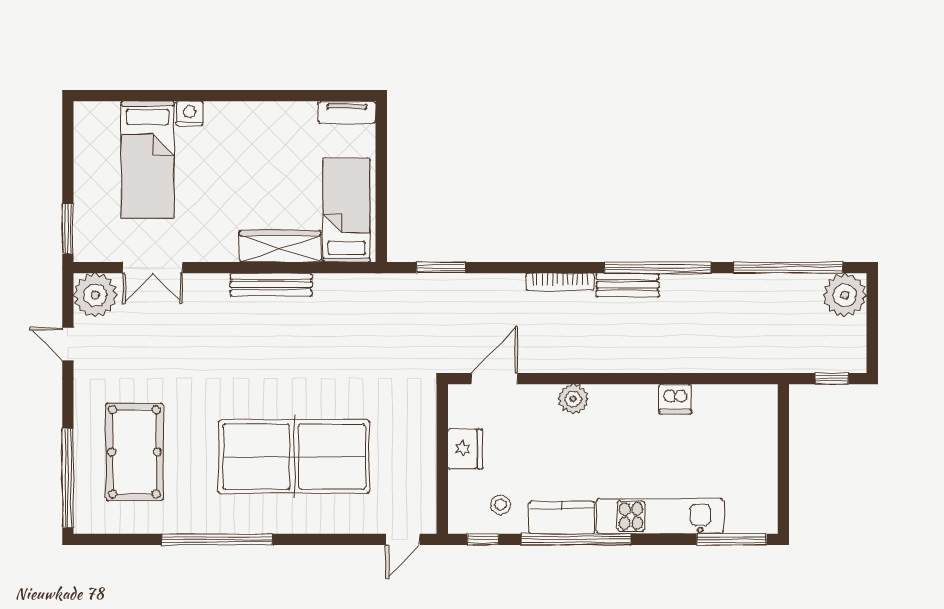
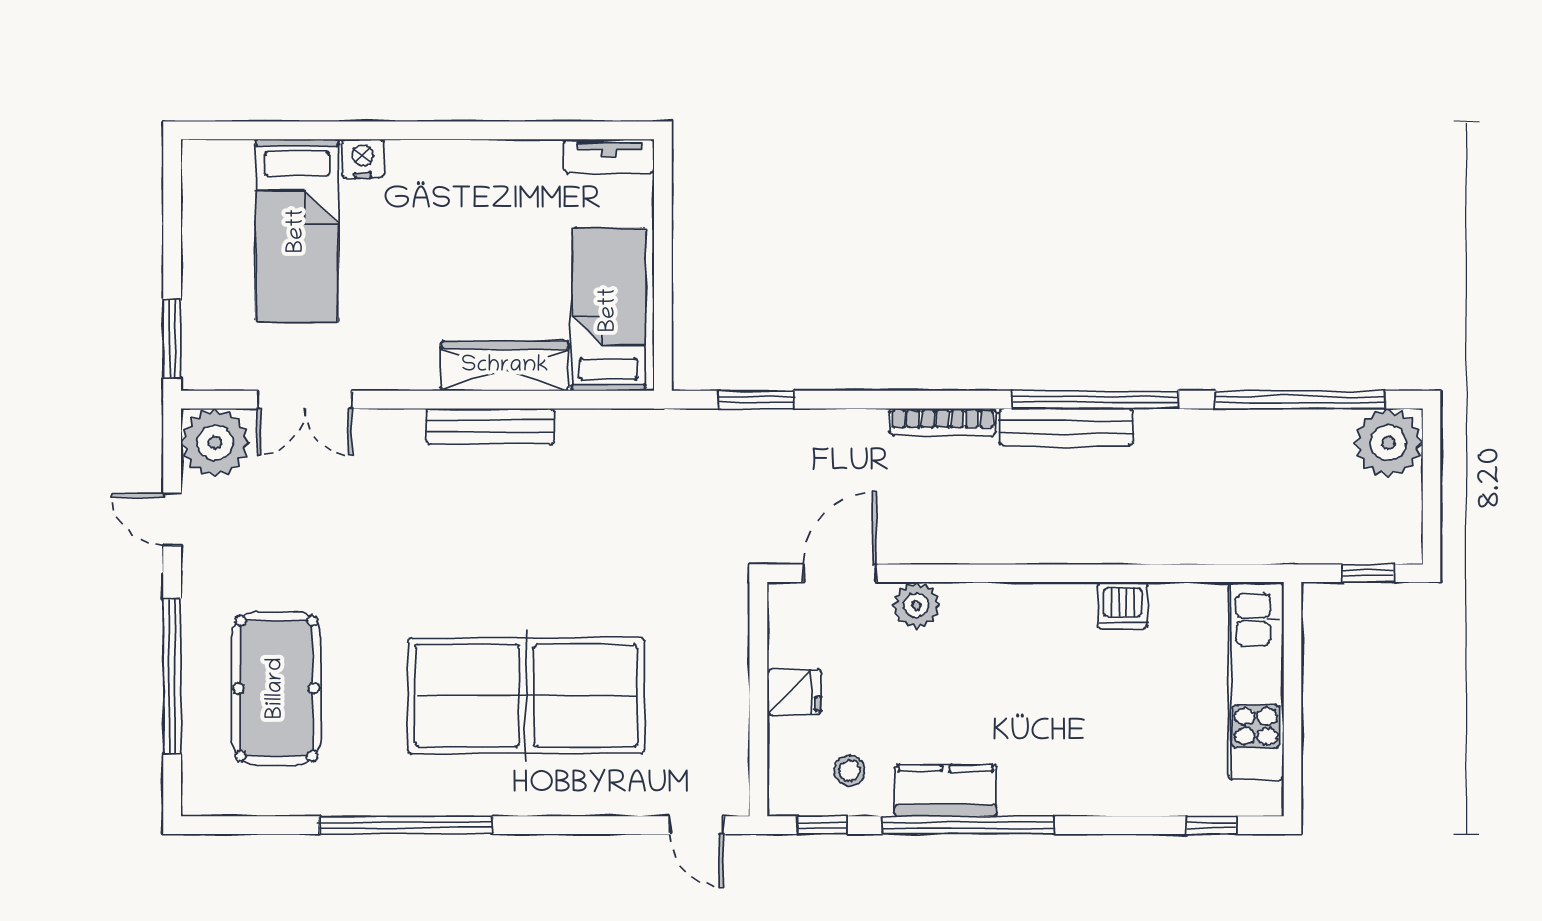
bench: (628, 285) -> (1066, 427), width x1.36
plant: (573, 399) -> (916, 605), moved
fridge: (465, 449) -> (794, 692), width x0.72
window: (68, 478) -> (172, 676), moved
kitchen unit: (660, 516) -> (1256, 681), moved, turned -90
door: (403, 539) -> (697, 825), hinge flipped
window: (732, 539) -> (1211, 825), width x0.46

